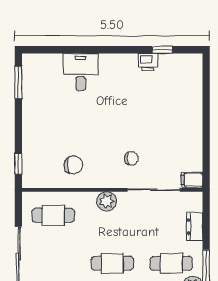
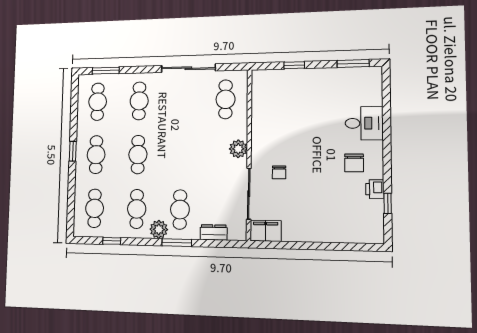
window: (18, 164) -> (294, 65), moved
chair: (73, 165) -> (354, 163), moved
filing cabinet: (192, 180) -> (266, 231), width x2.00
cafe table: (112, 263) -> (181, 154), removed

